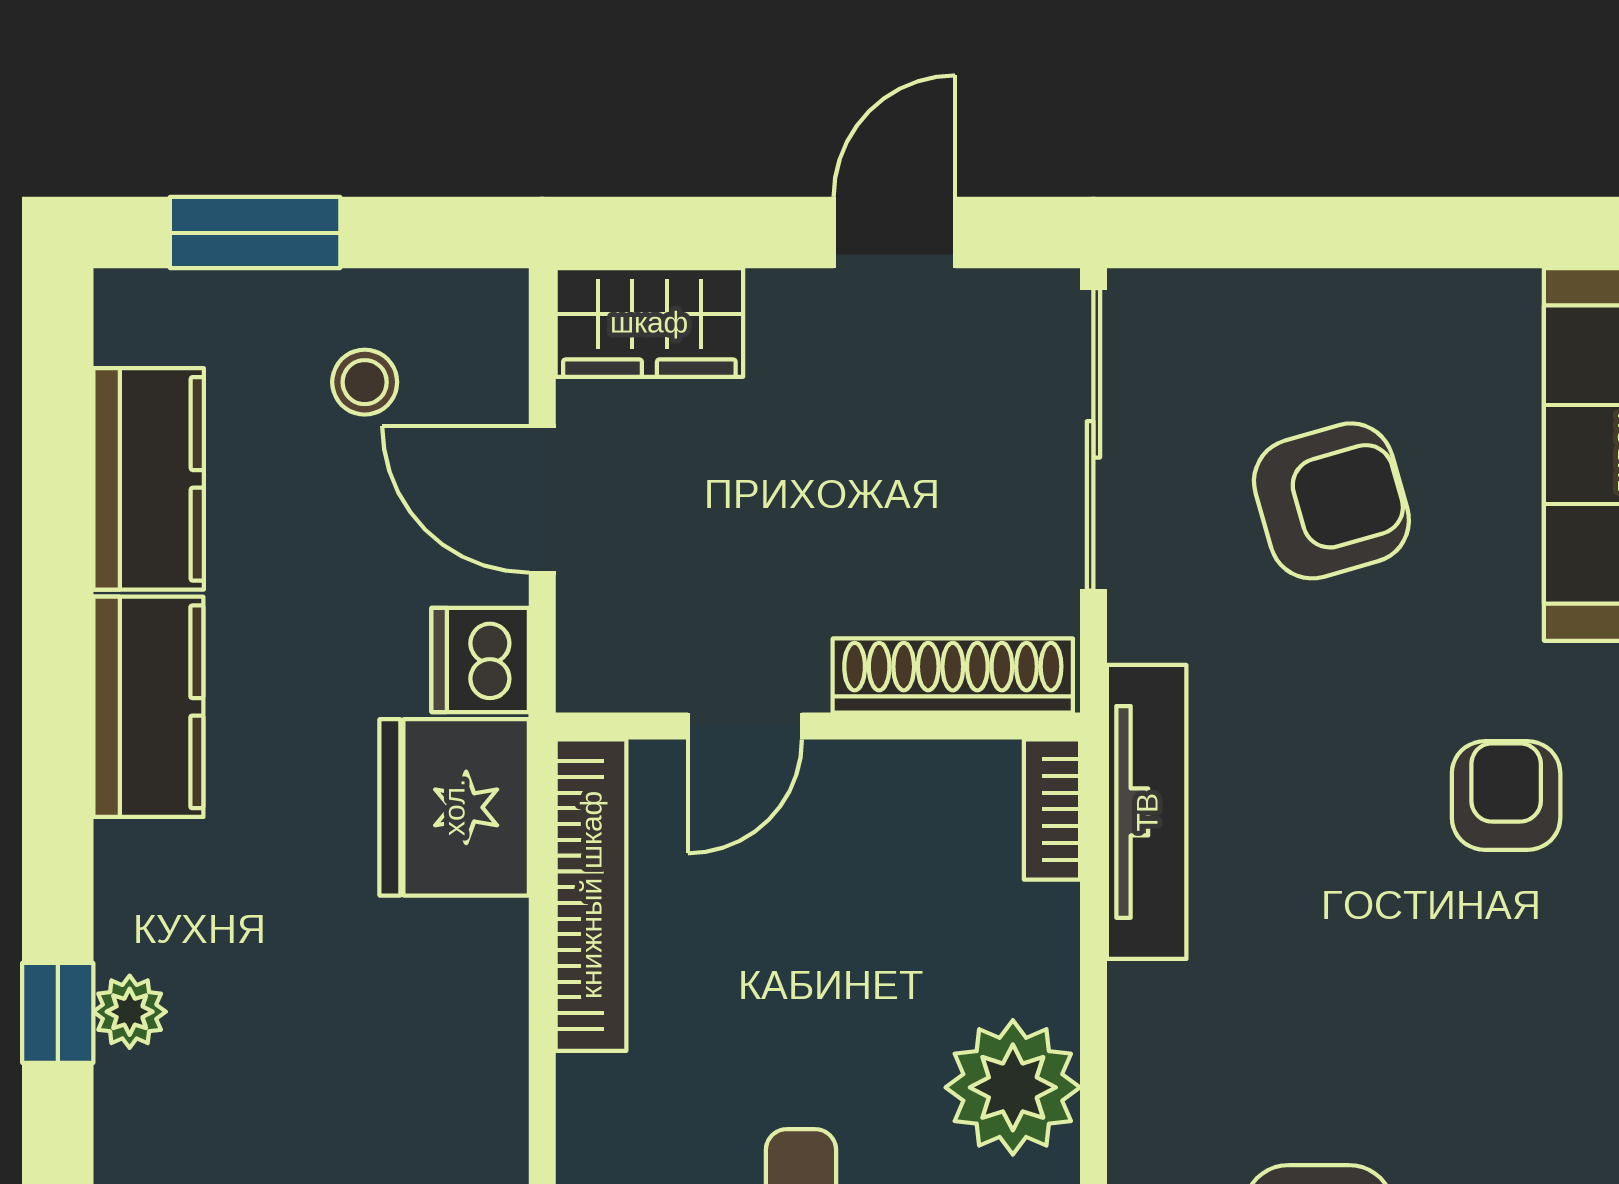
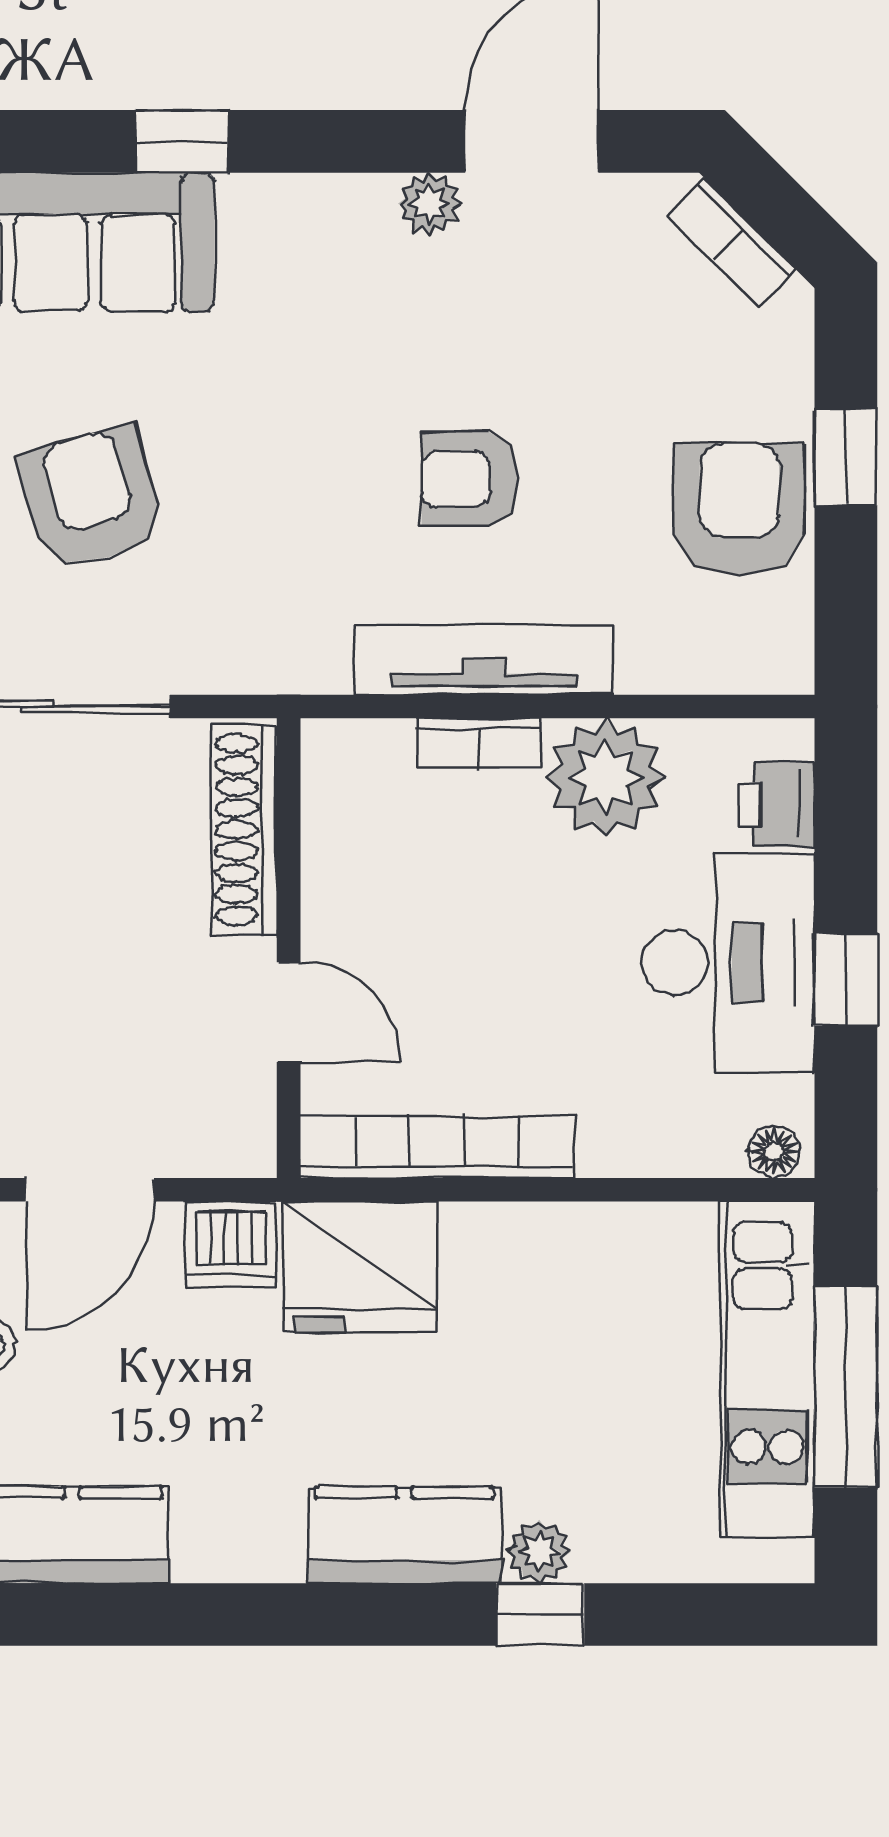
kitchen counter: (148, 707) -> (405, 1535), moved
armchair: (1506, 796) -> (469, 479), moved
bookcase: (1052, 809) -> (479, 743), moved
tv unit: (1147, 812) -> (484, 660), moved

